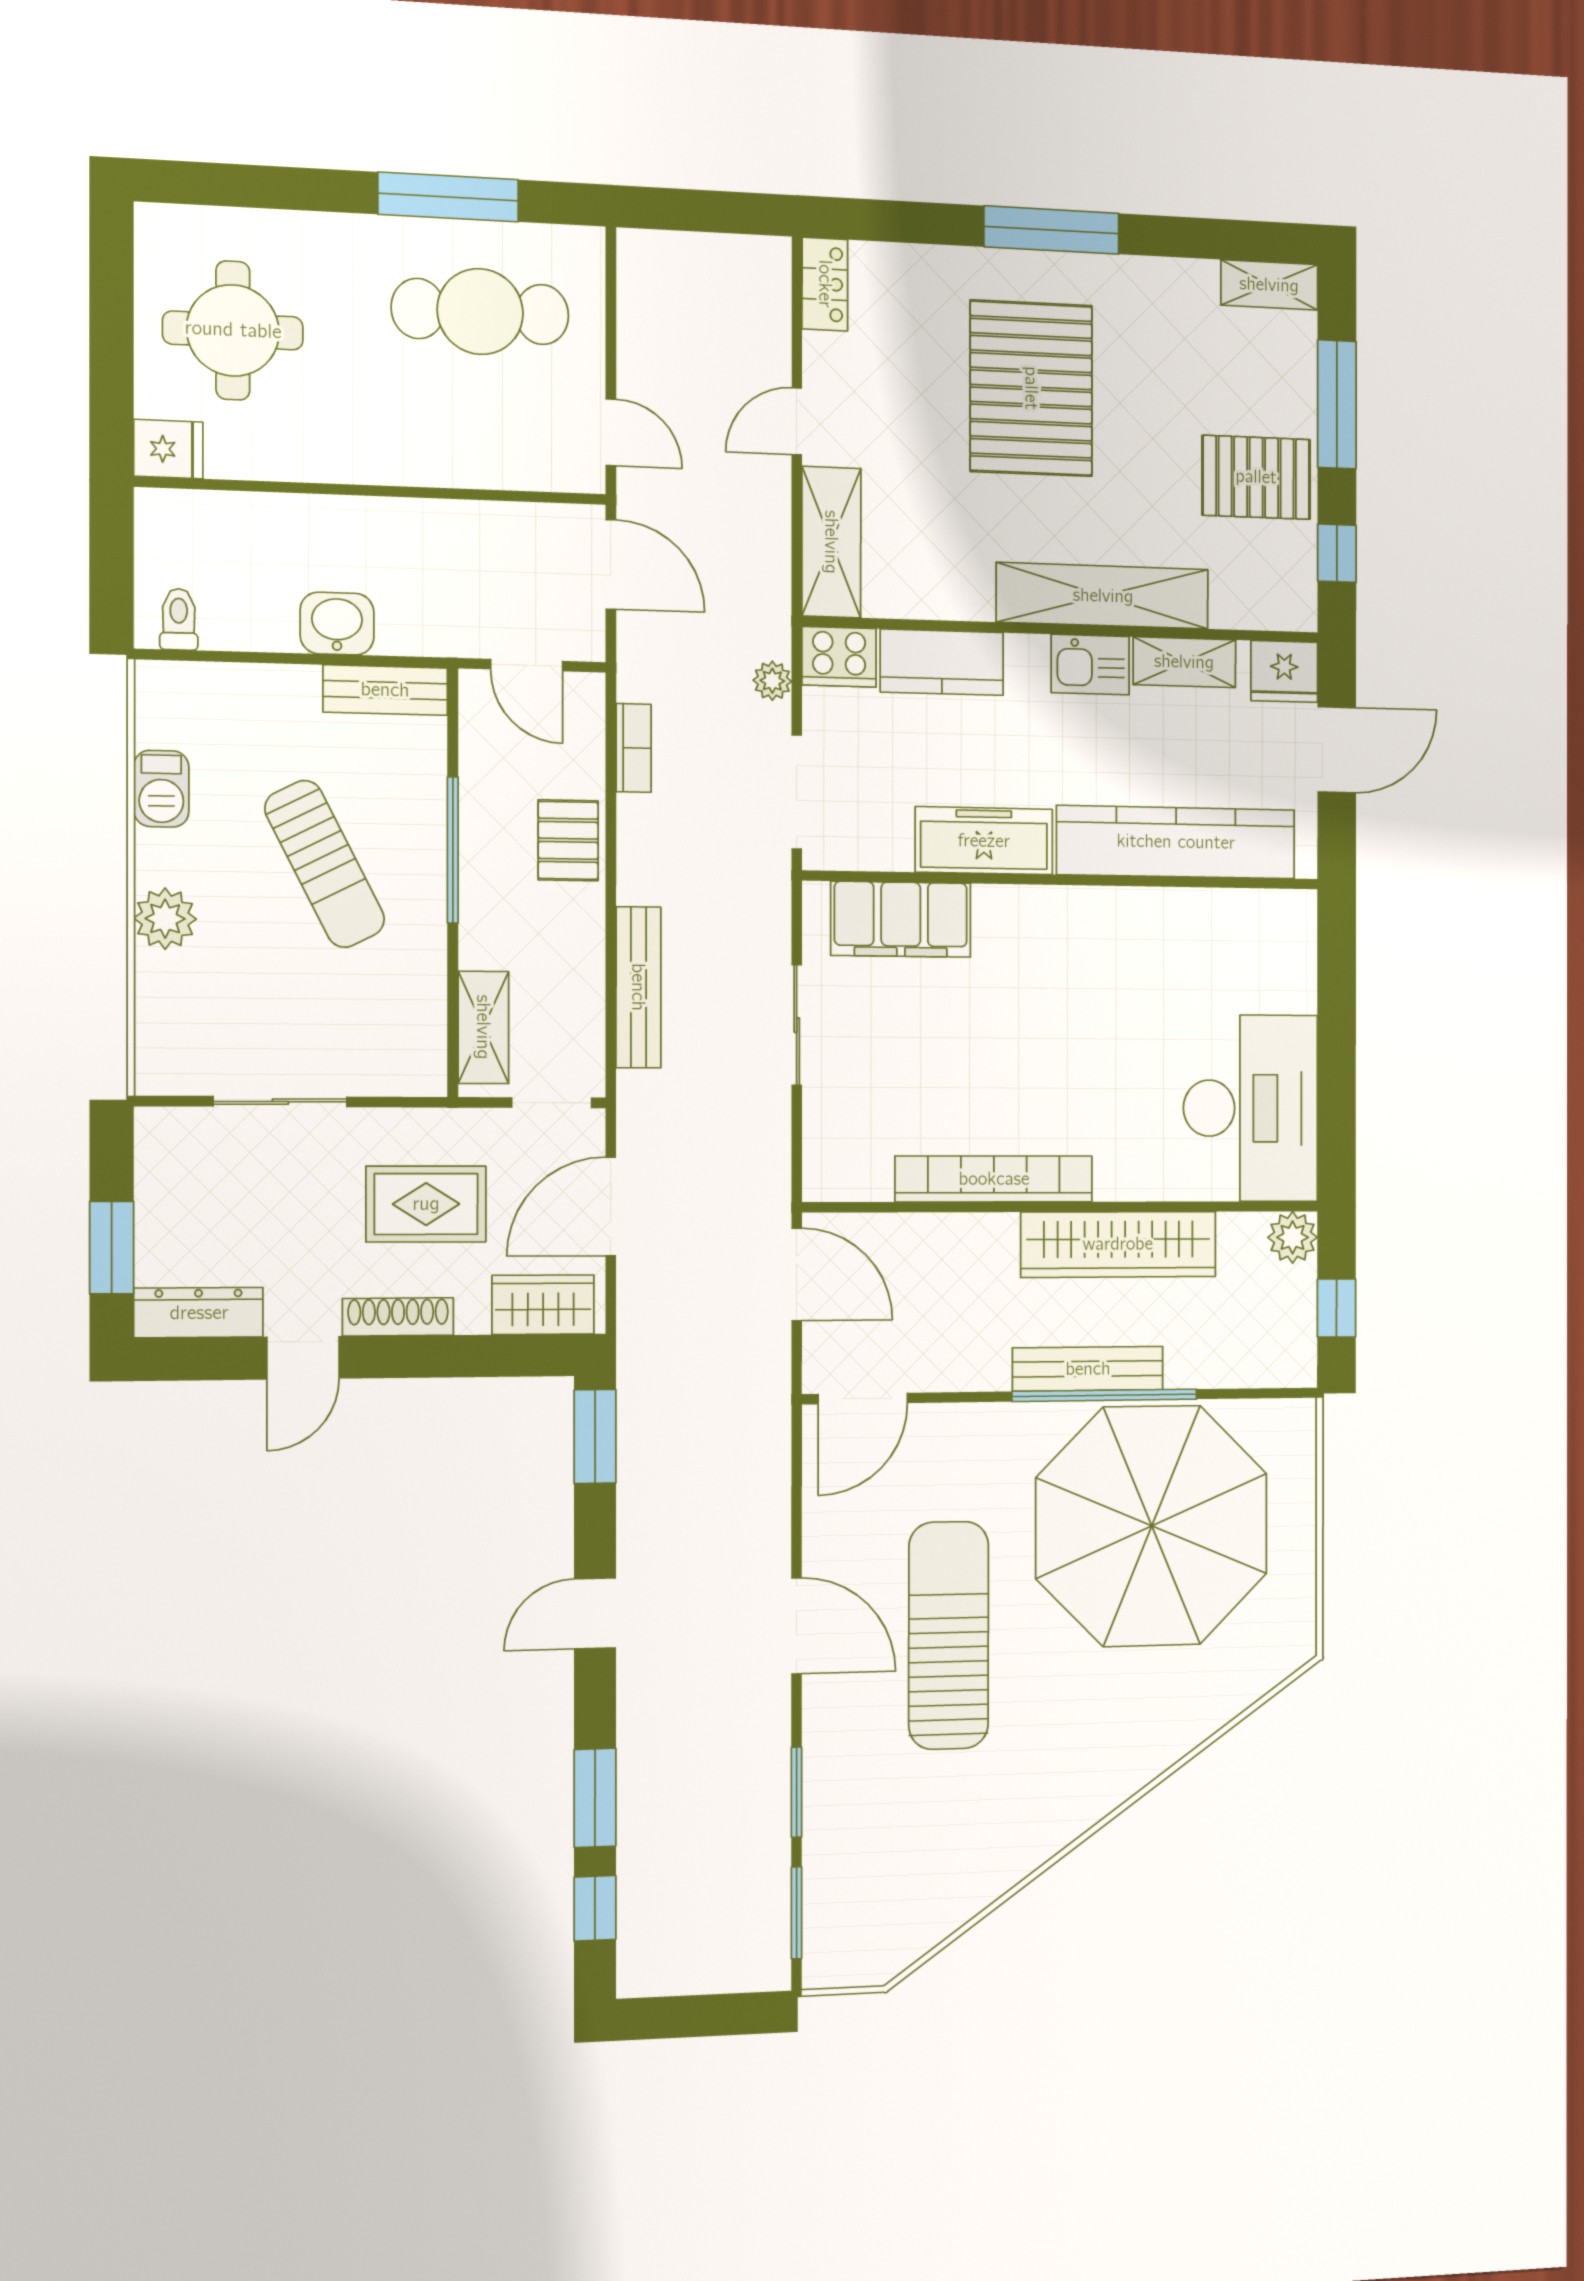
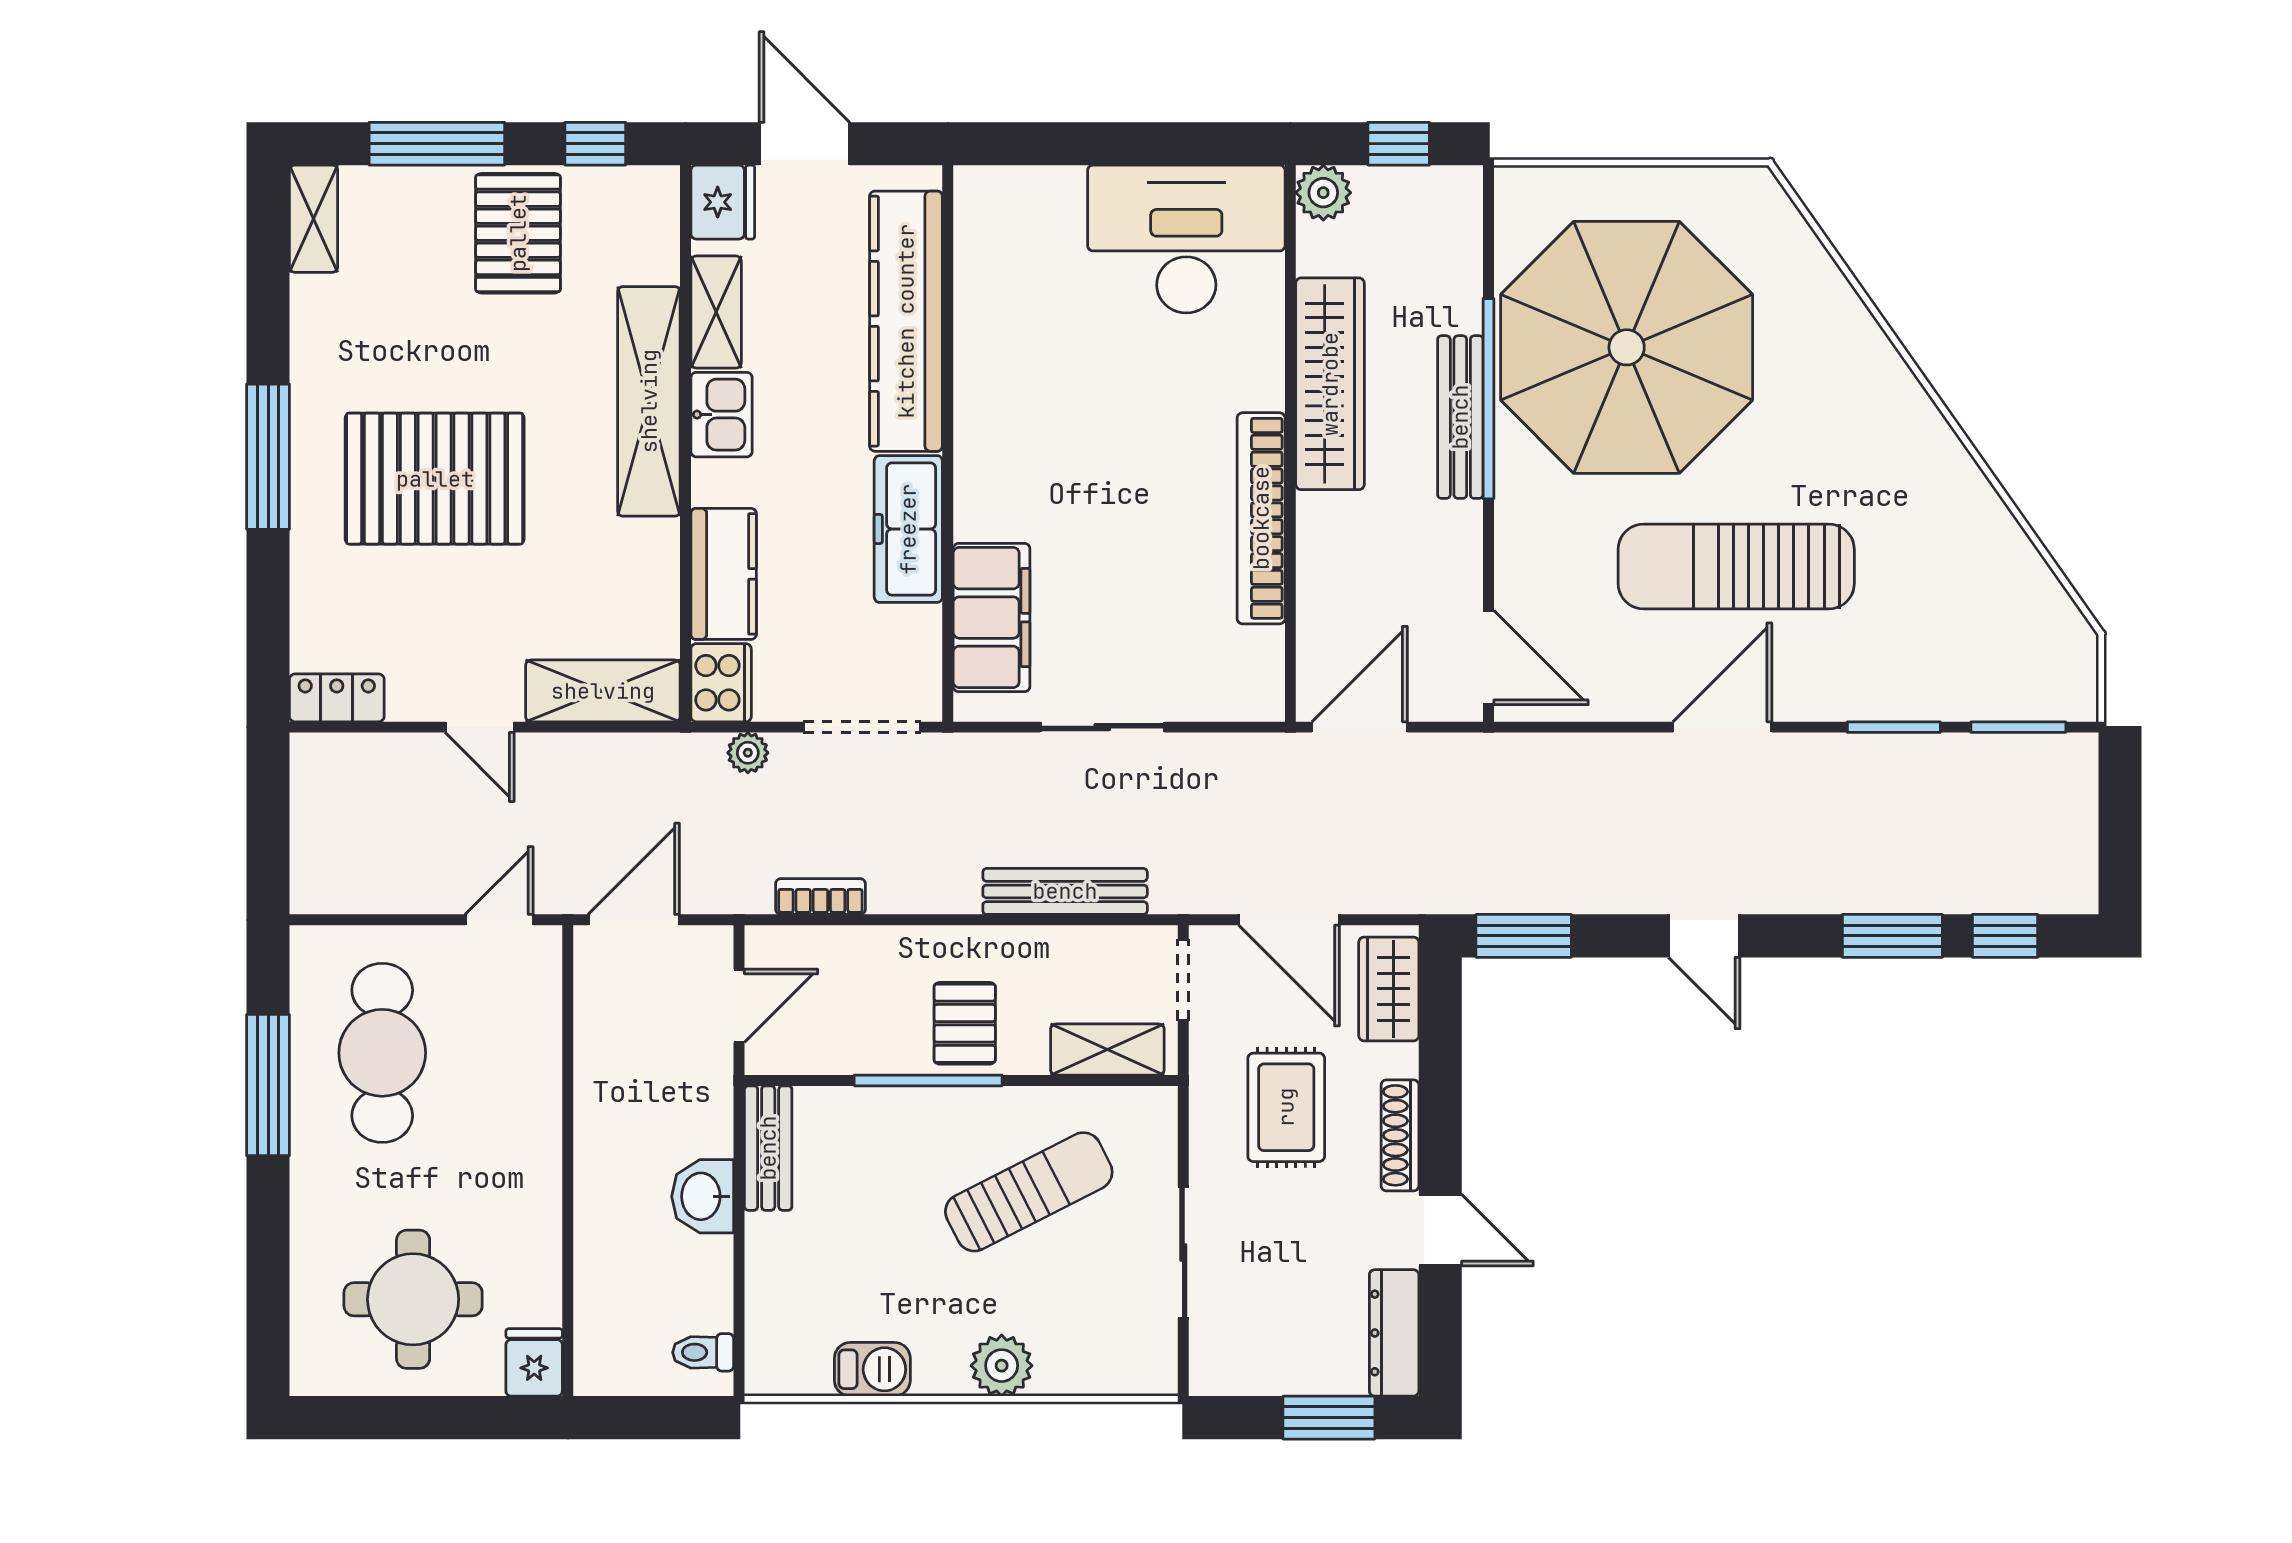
pallet: (568, 840) -> (965, 1023), moved, turned 90
sun lounger: (325, 864) -> (1029, 1192), moved

